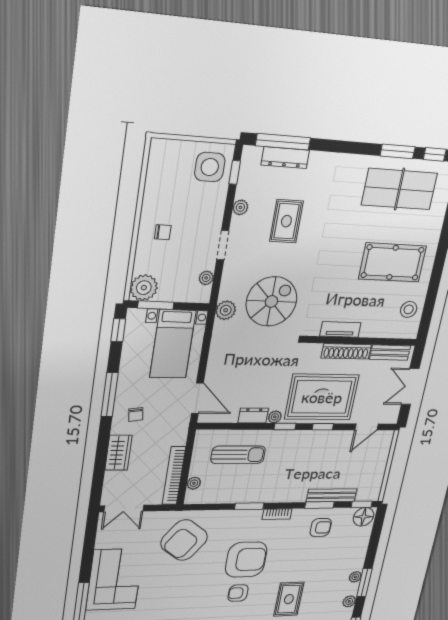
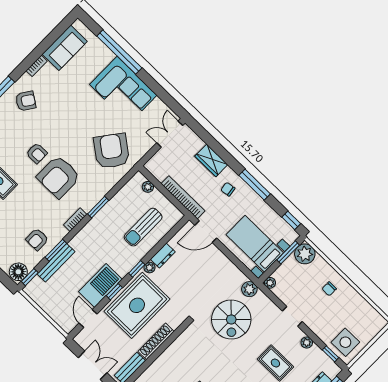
plant: (206, 278) -> (270, 283), moved
tv unit: (340, 329) -> (175, 348), removed
barbecue: (326, 443) -> (100, 286), added
bookcase: (174, 476) -> (183, 197), moved
armchair: (238, 593) -> (37, 153), turned 90

